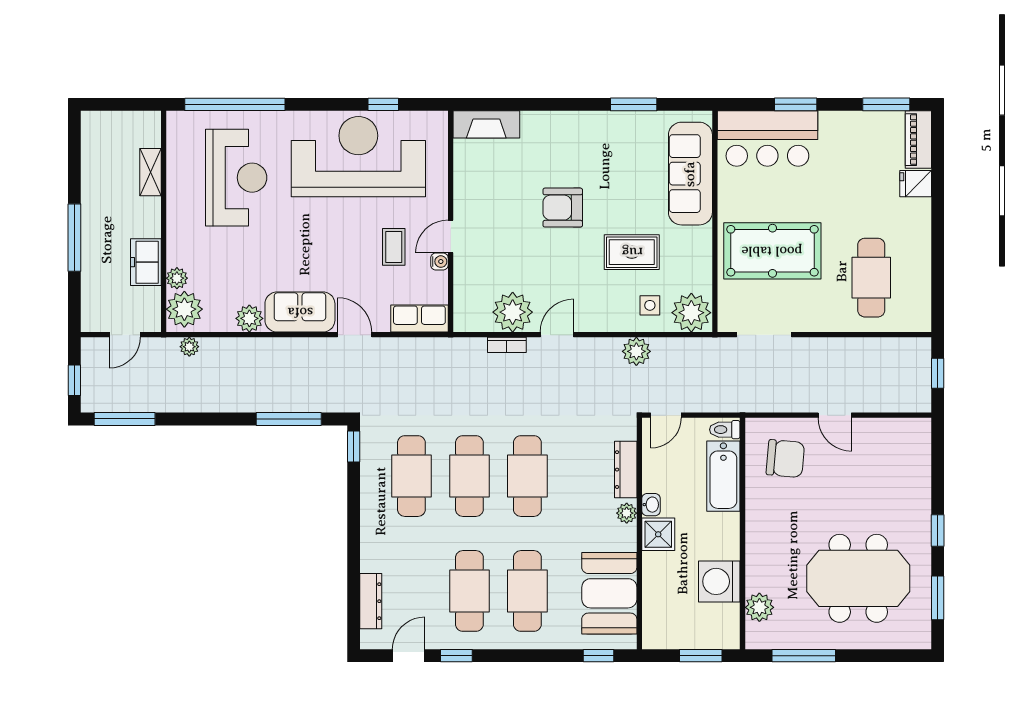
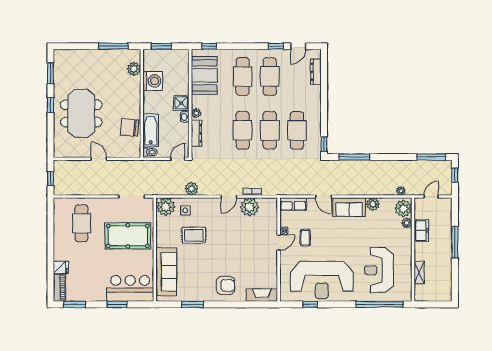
armchair: (563, 208) -> (225, 285), moved
chair: (785, 459) -> (130, 127), moved
meeting table: (858, 578) -> (81, 113), moved, turned 90

